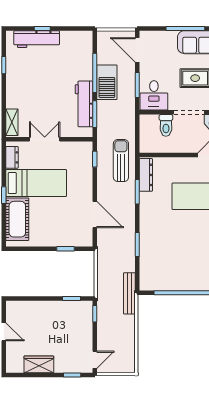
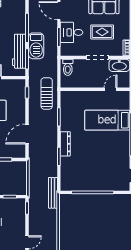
barbecue: (107, 82) -> (36, 46), moved
desk: (154, 95) -> (72, 32), moved, turned 90
toilet: (166, 125) -> (68, 67), moved
dresser: (146, 175) -> (65, 144), moved
door: (95, 215) -> (27, 134), swing flipped

